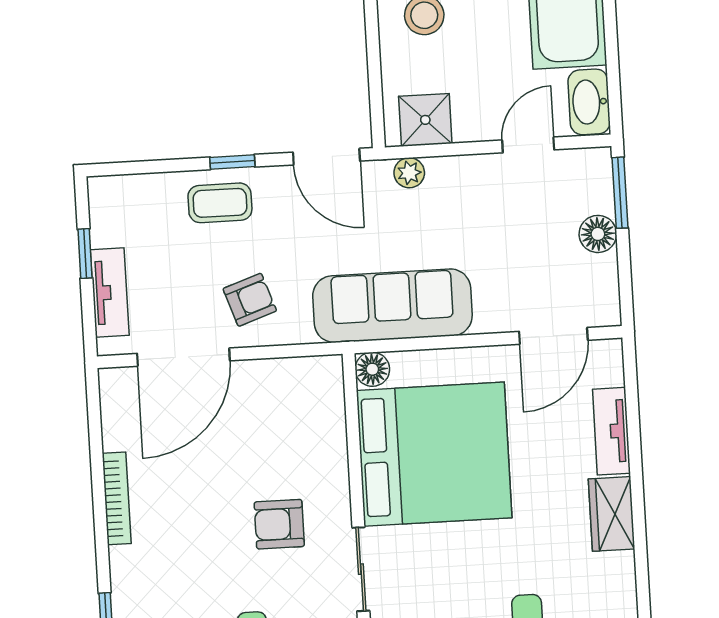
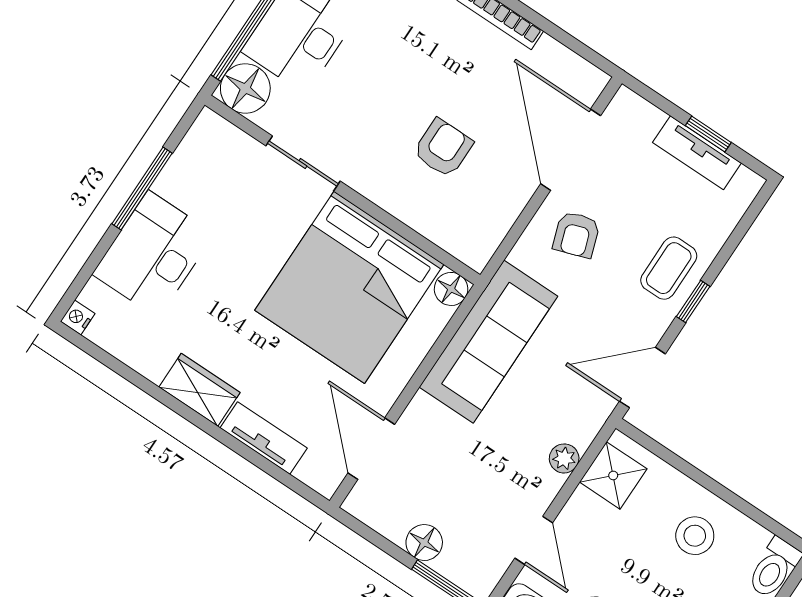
plant: (409, 173) -> (564, 458), moved
tv unit: (110, 292) -> (697, 153), moved
armchair: (279, 524) -> (443, 148), moved

